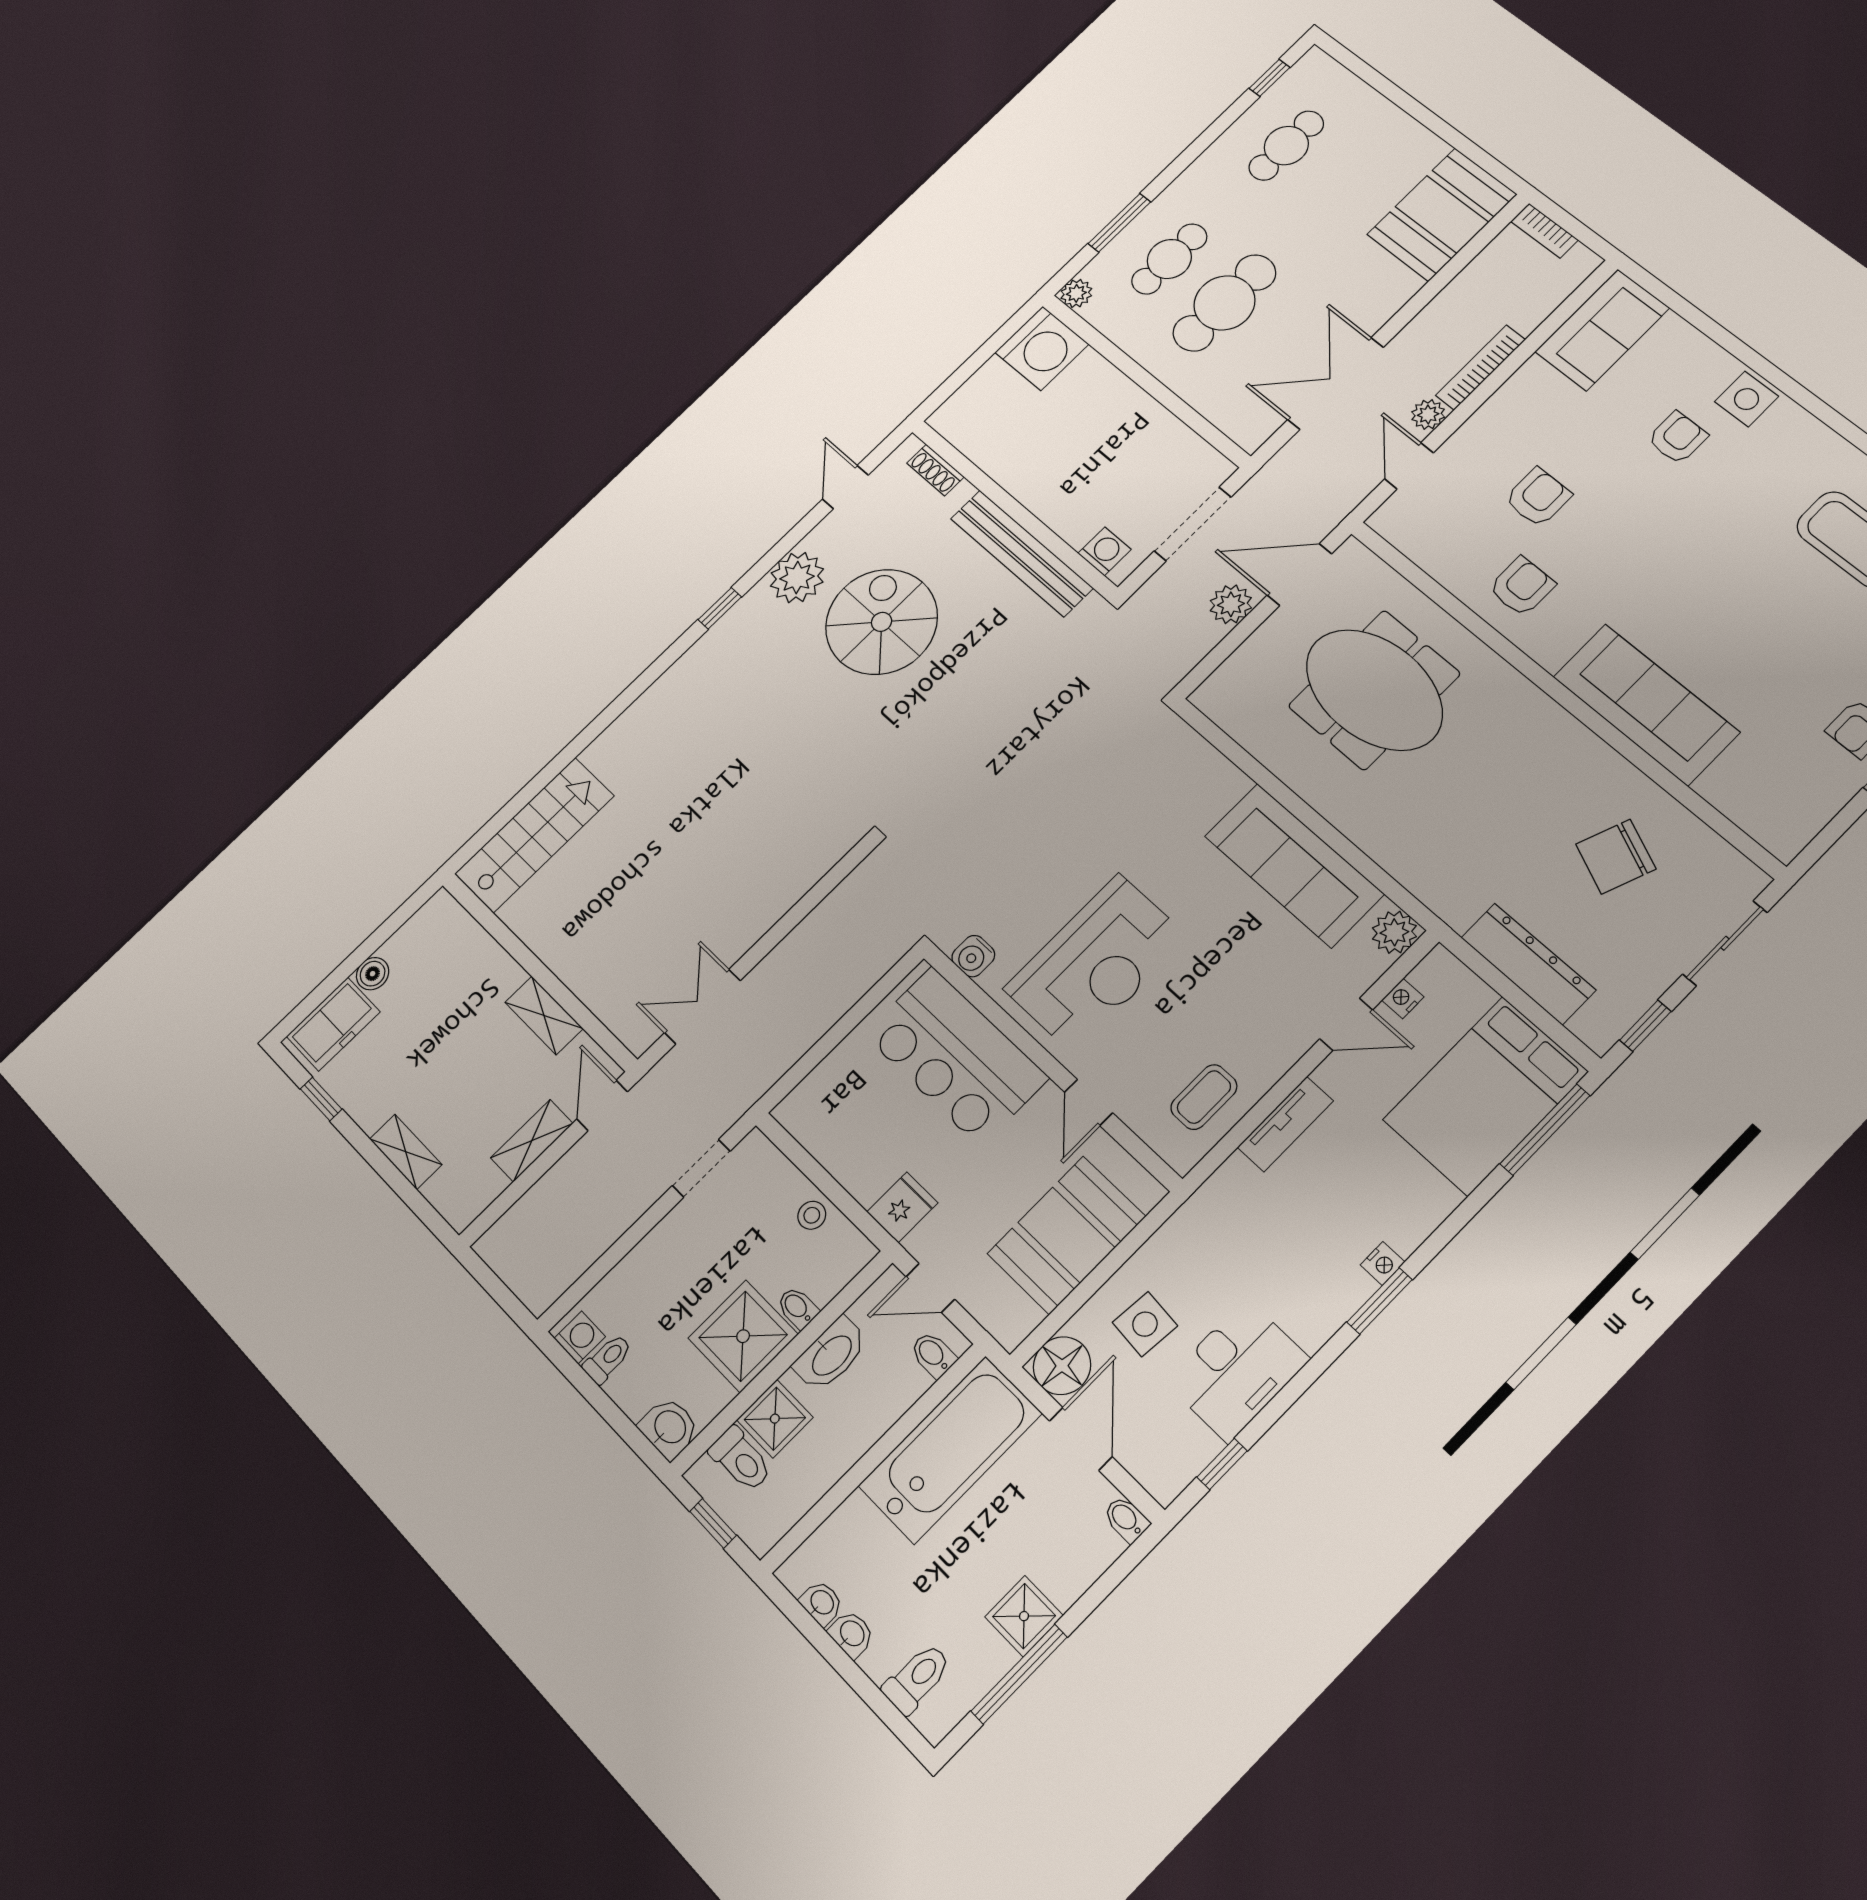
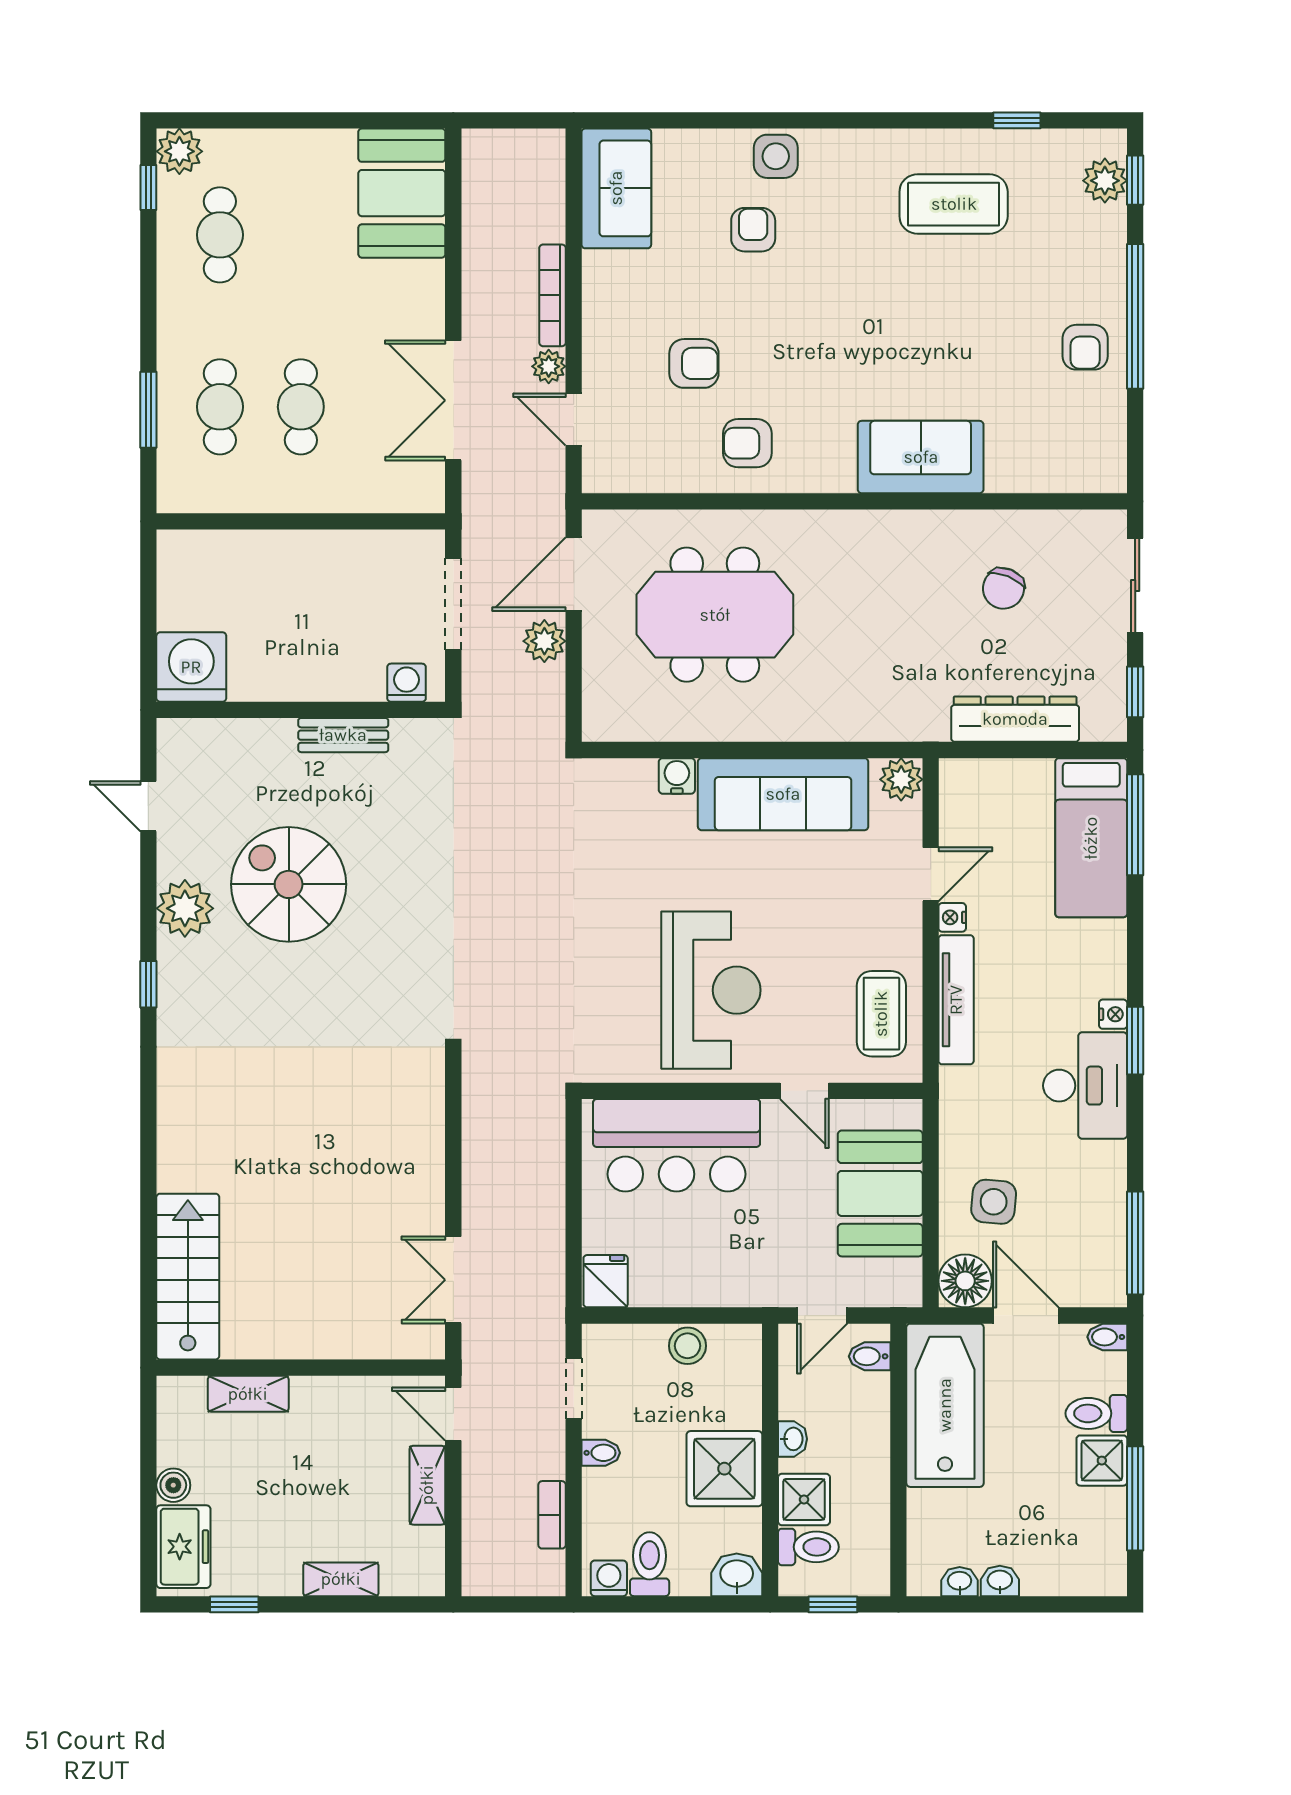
bookcase: (1544, 231) -> (552, 1515), moved, turned 90
plant: (1076, 293) -> (179, 151), moved, width x1.38, depth x1.38
cafe table: (1224, 303) -> (301, 407), width x0.73, depth x0.74
washing machine: (1042, 348) -> (191, 667), moved, turned -90
shoe rack: (935, 470) -> (207, 732), removed
armchair: (1538, 497) -> (694, 363), turned 90
bench: (1022, 553) -> (343, 735), width x0.54, depth x0.82
armchair: (1522, 586) -> (747, 443), turned -90
sofa: (1646, 704) -> (921, 457), width x0.73
chair: (1616, 857) -> (1003, 588), width x0.73, depth x0.73
water cooler: (973, 956) -> (677, 776), moved, turned 180
nightstand: (1403, 999) -> (952, 917), moved
shelving: (544, 1015) -> (248, 1394), moved
bed: (1485, 1096) -> (1091, 838), width x0.67
coffee table: (1204, 1097) -> (881, 1014), width x1.36, depth x1.30
tv unit: (1285, 1124) -> (956, 1000), width x1.41
fridge: (902, 1207) -> (606, 1281), moved
stool: (812, 1215) -> (687, 1346), width x1.37, depth x1.37
bidet: (798, 1308) -> (601, 1453), moved, turned 180
washbasin: (831, 1355) -> (793, 1439), width x0.52, depth x0.69
toilet: (608, 1359) -> (650, 1564), width x1.37, depth x1.39
desk: (1237, 1370) -> (1085, 1086), moved
window: (1222, 1464) -> (1135, 1243), width x2.17
toilet: (917, 1678) -> (1096, 1413), moved, turned -90

